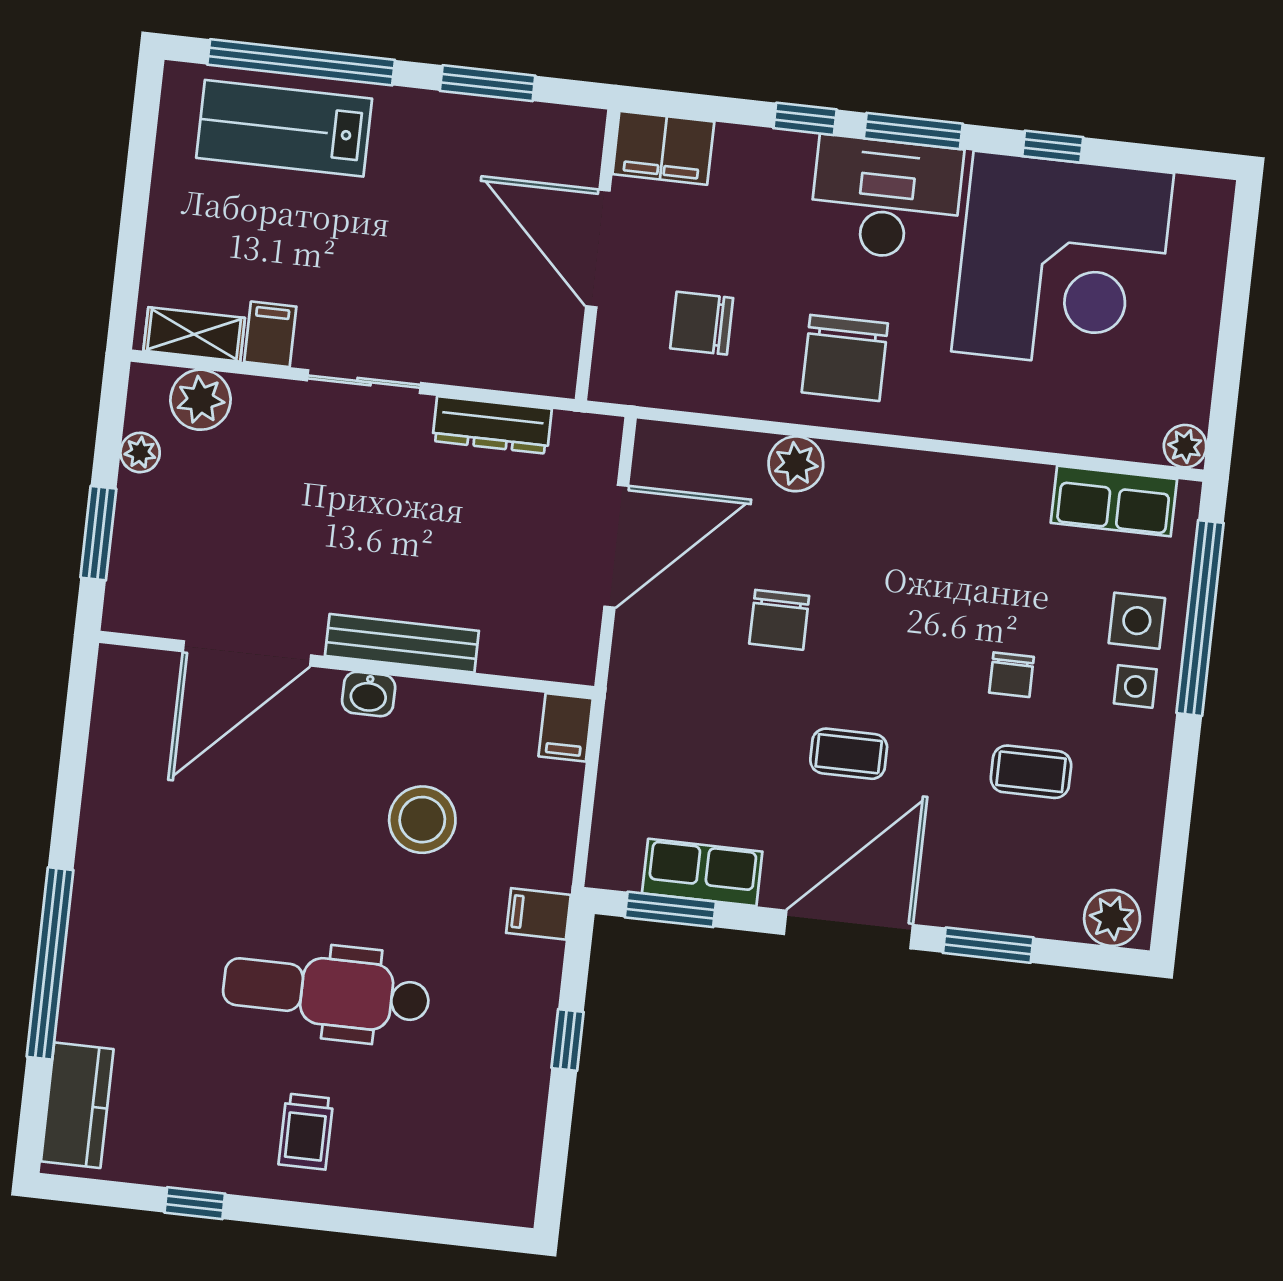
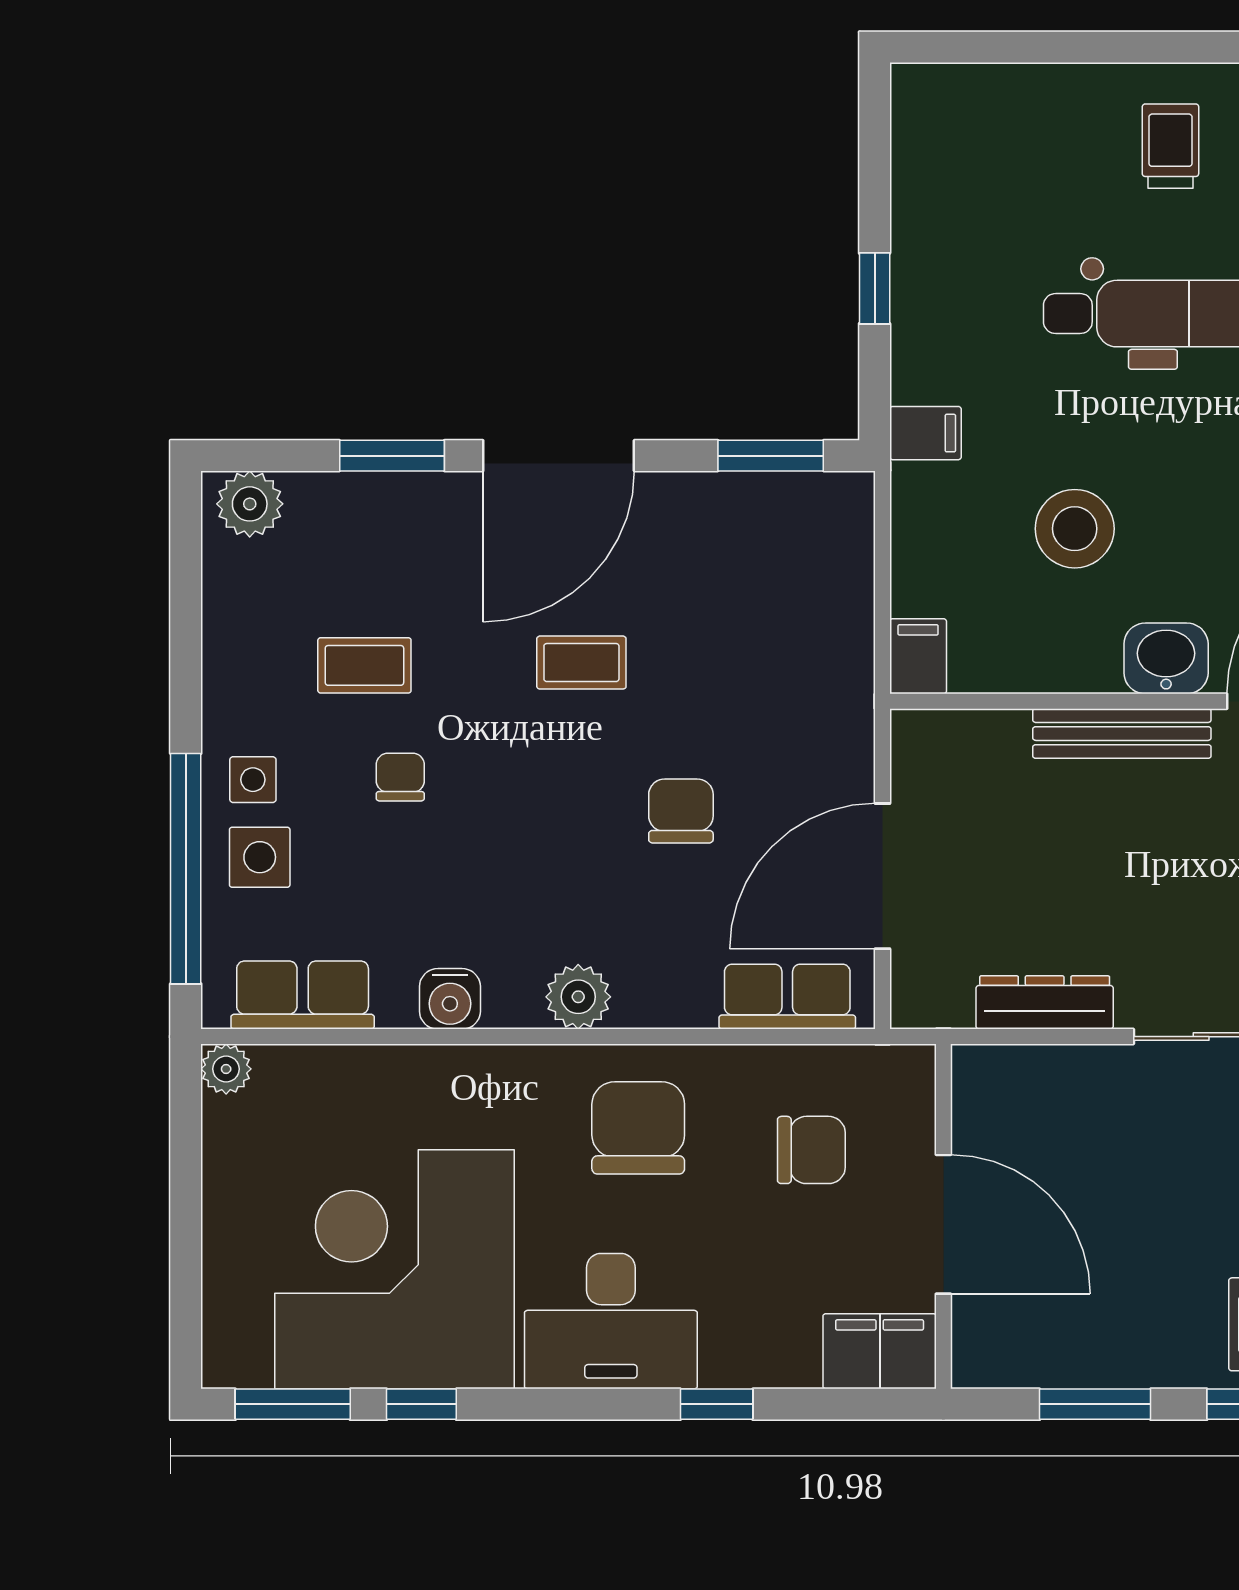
window: (913, 131) -> (293, 1404), moved
plant: (796, 464) -> (578, 997), moved
water cooler: (991, 484) -> (450, 999), added
washbasin: (369, 694) -> (1166, 658), width x1.38, depth x1.45
row of seats: (702, 872) -> (787, 997), moved, turned 180

